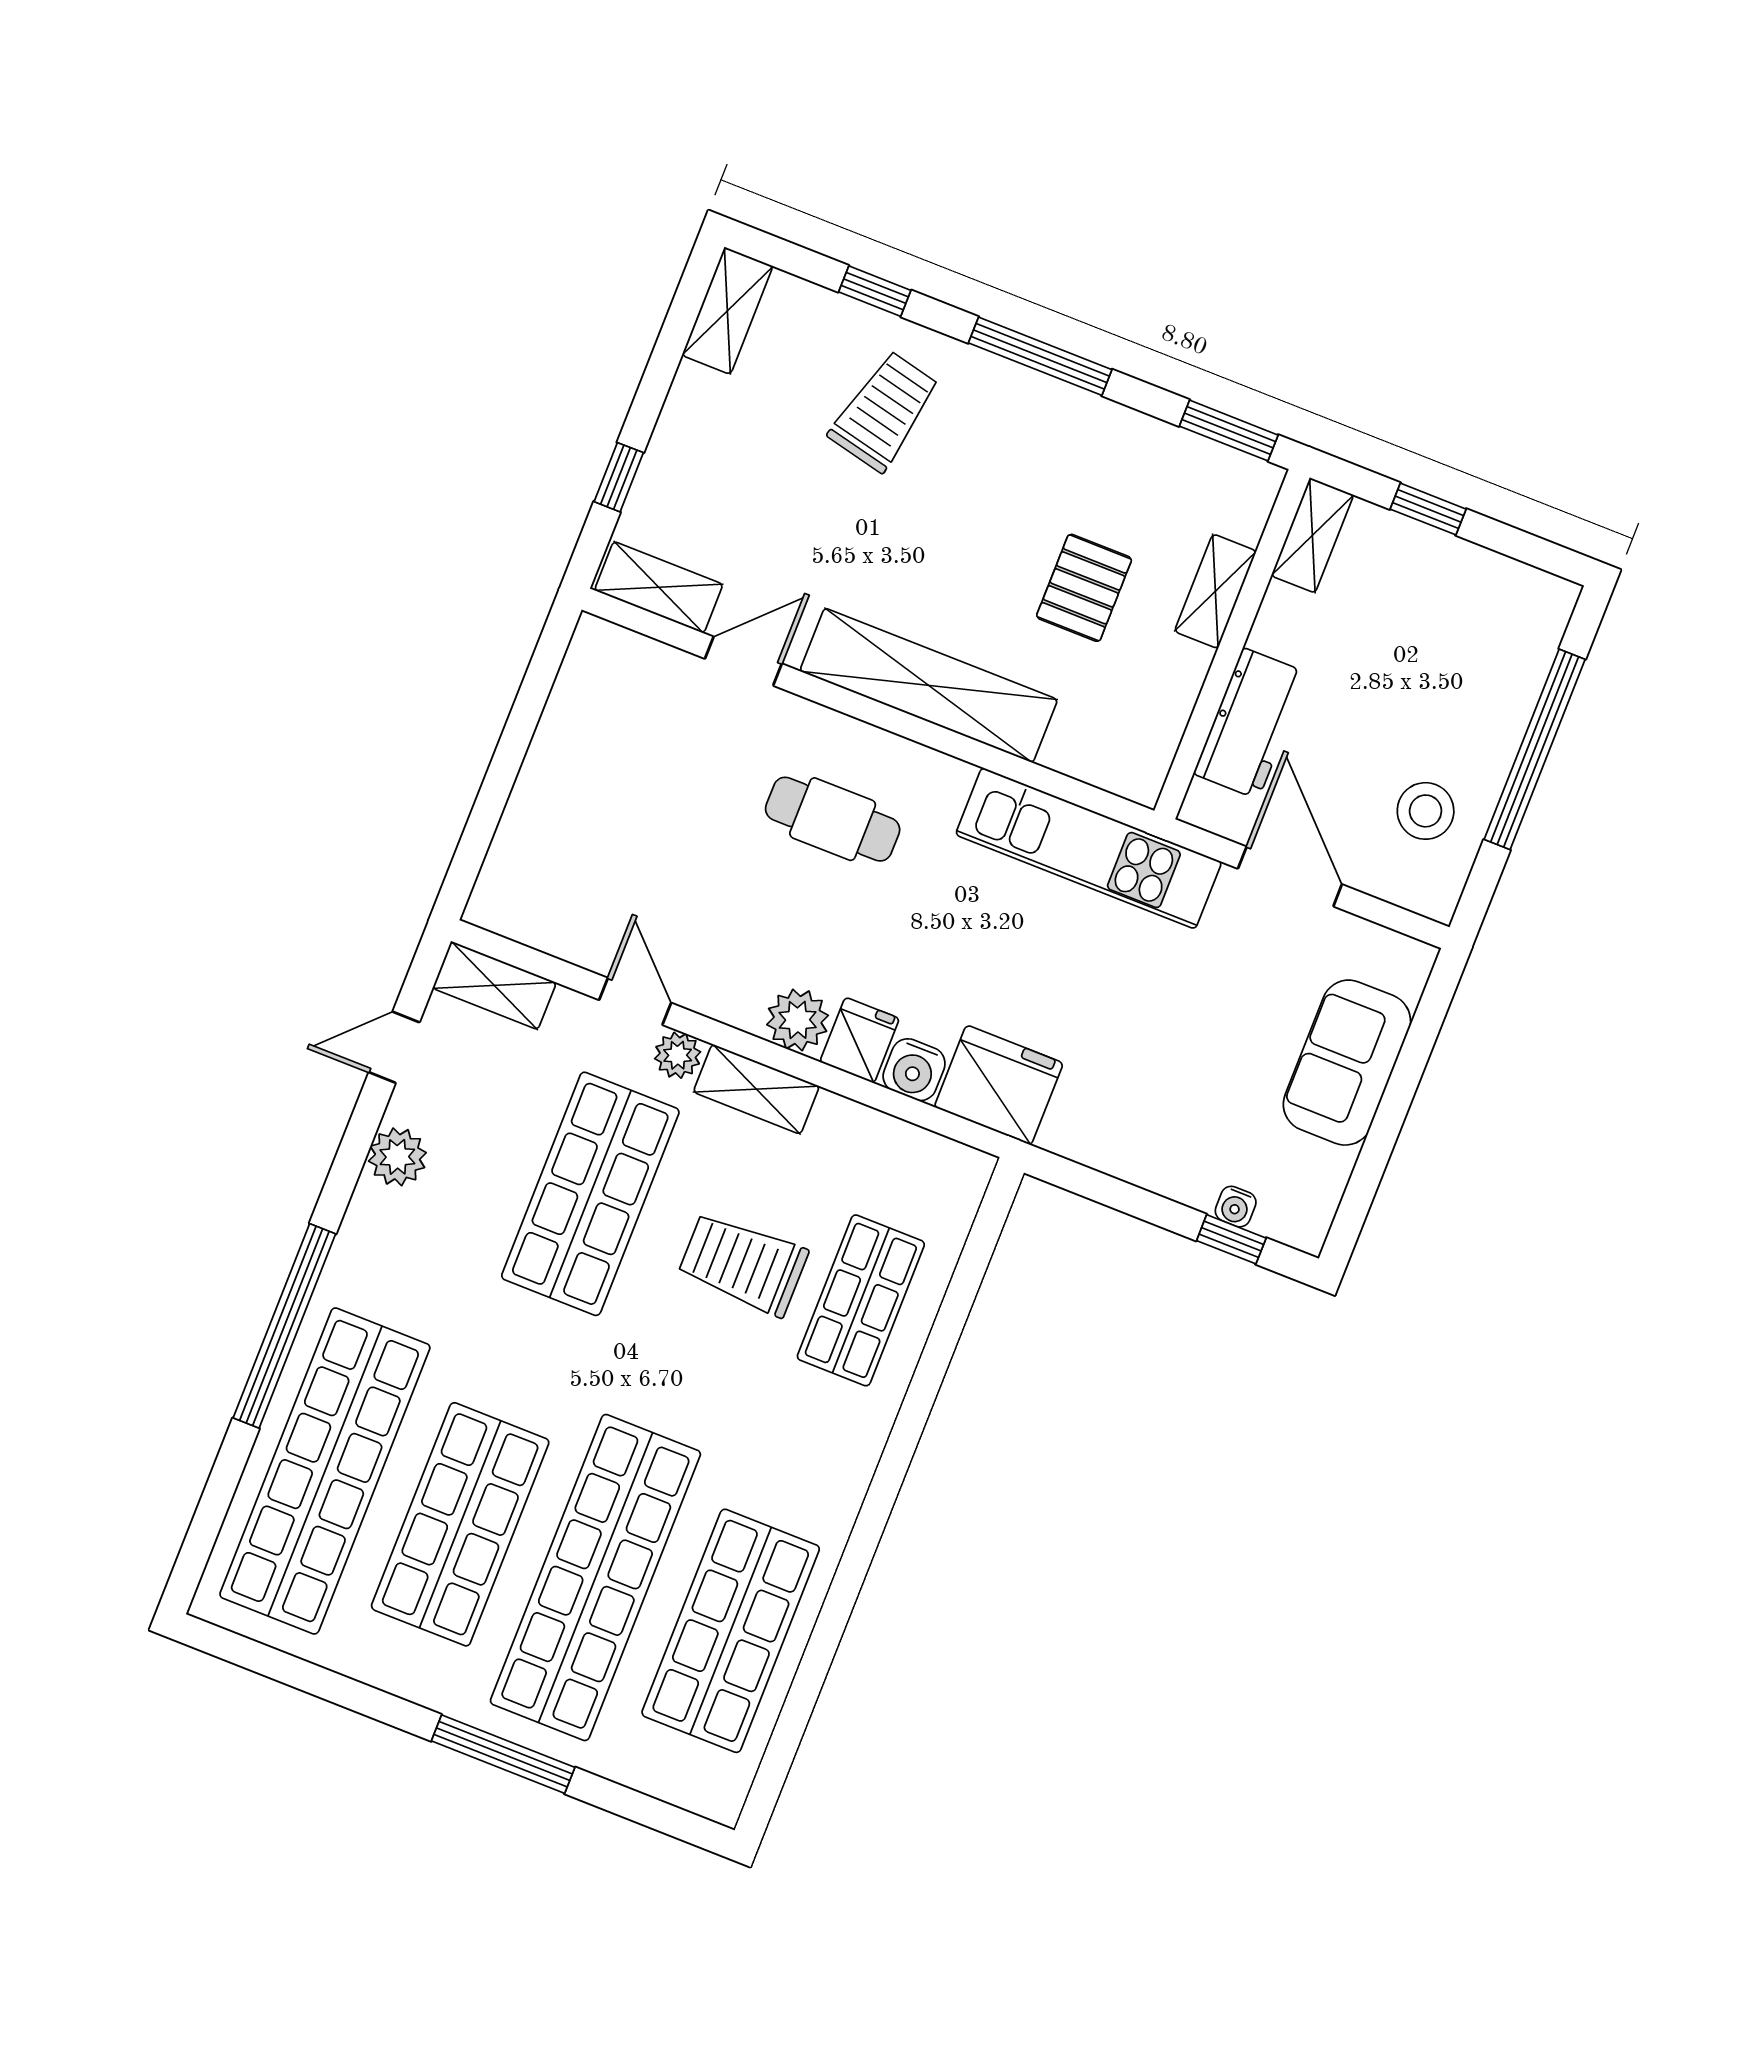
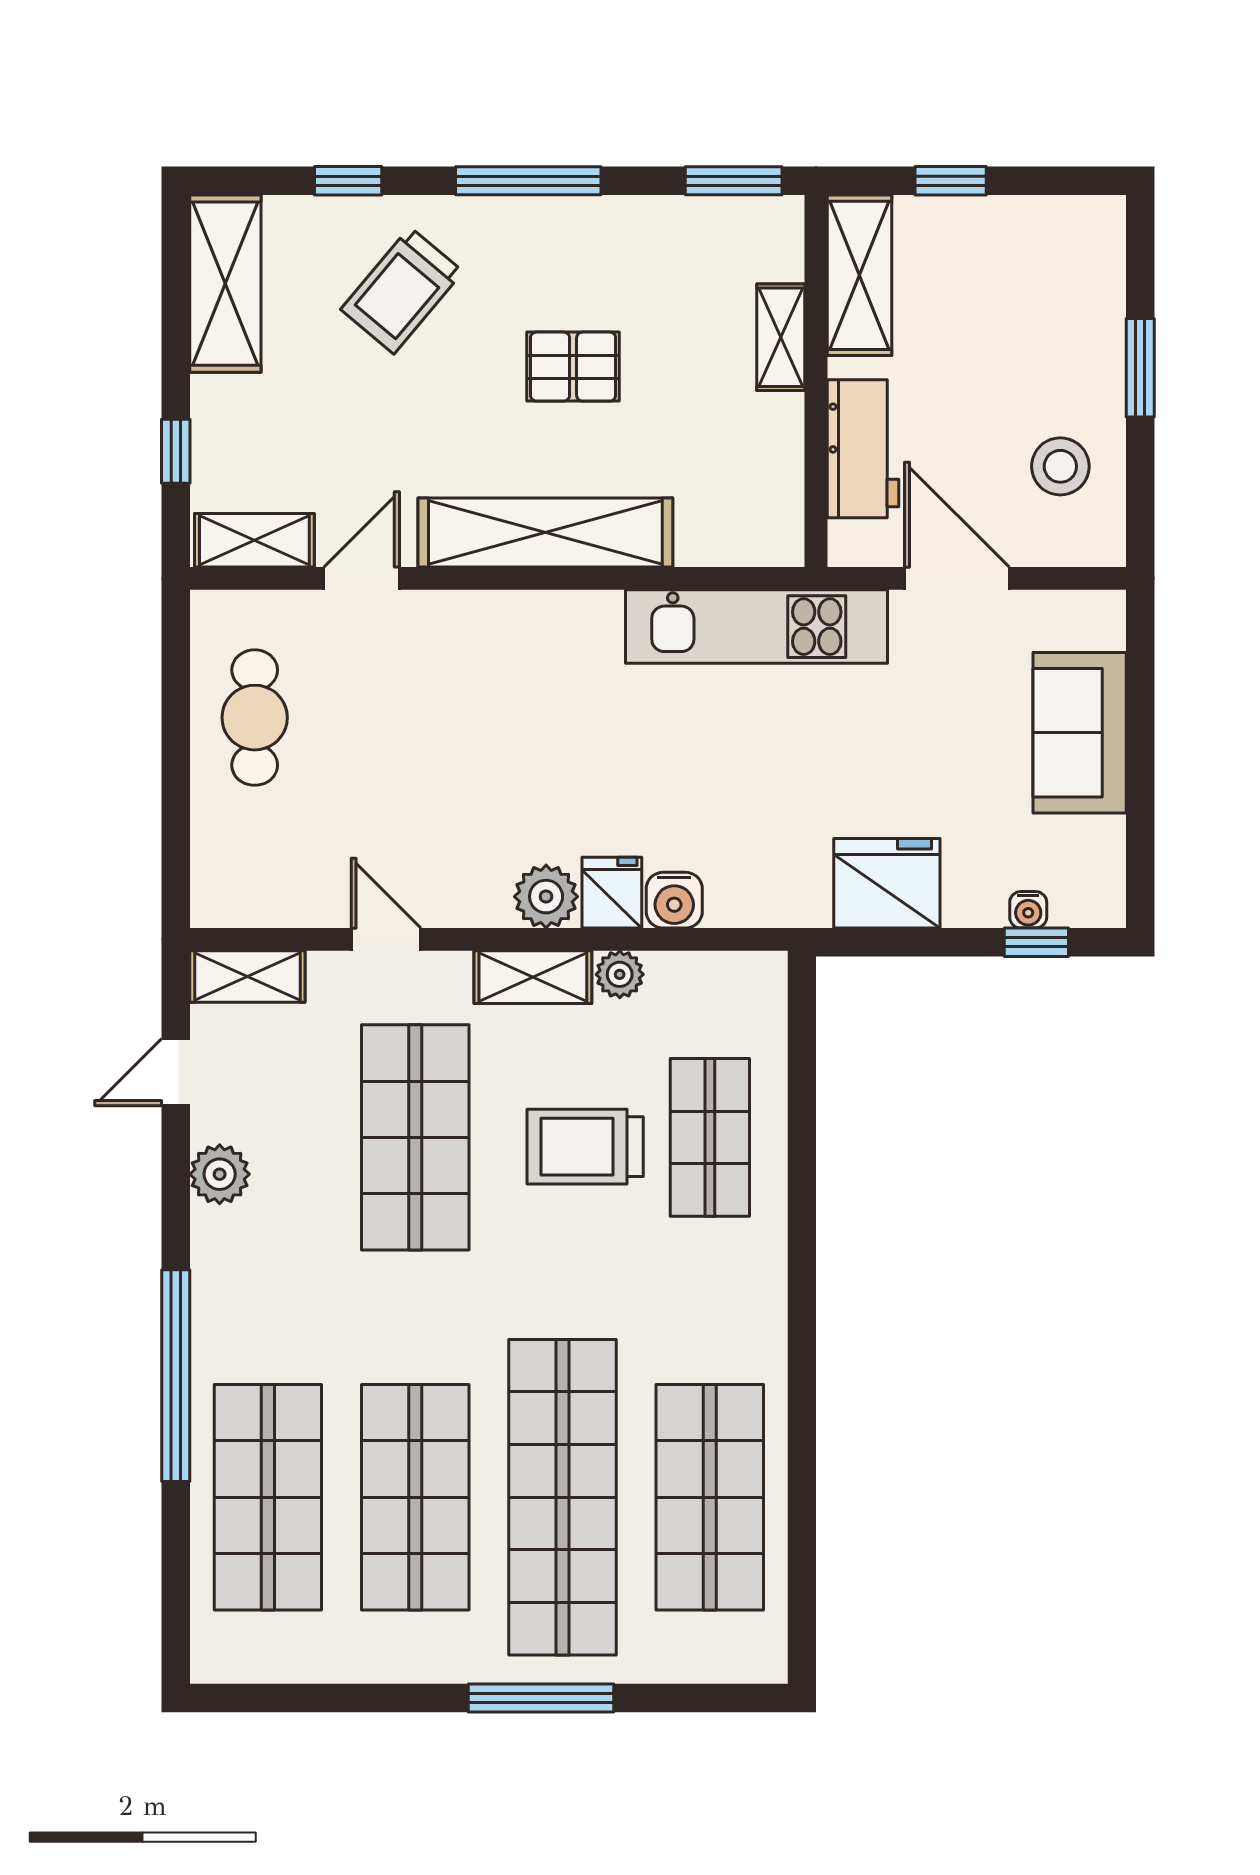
shelving: (727, 311) -> (225, 284), width x1.50, depth x1.33
trolley: (884, 411) -> (402, 290), turned -153
shelving: (1312, 535) -> (859, 275), width x1.50, depth x1.33
pallet: (1084, 588) -> (573, 367), moved, turned 90
window: (1535, 749) -> (1140, 368), width x0.47
cafe table: (833, 819) -> (255, 718), moved, turned 90
plant: (678, 1055) -> (620, 974), moved
fridge: (999, 1085) -> (887, 883), moved
shop shelf: (325, 1471) -> (268, 1497), width x0.71

